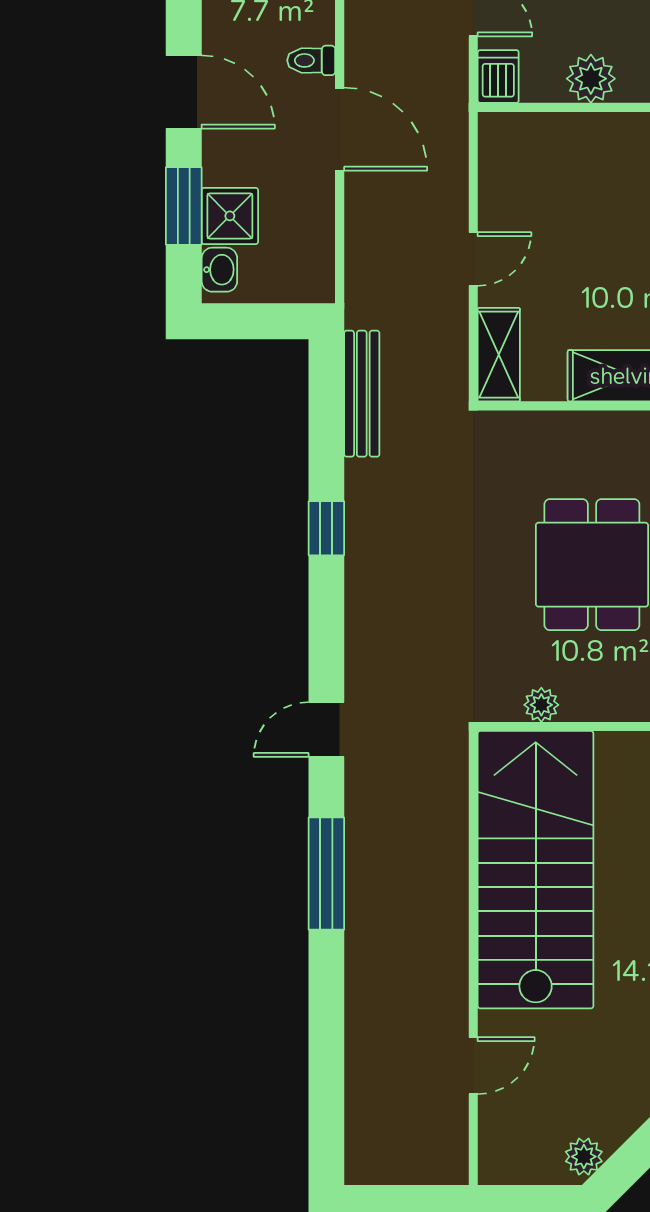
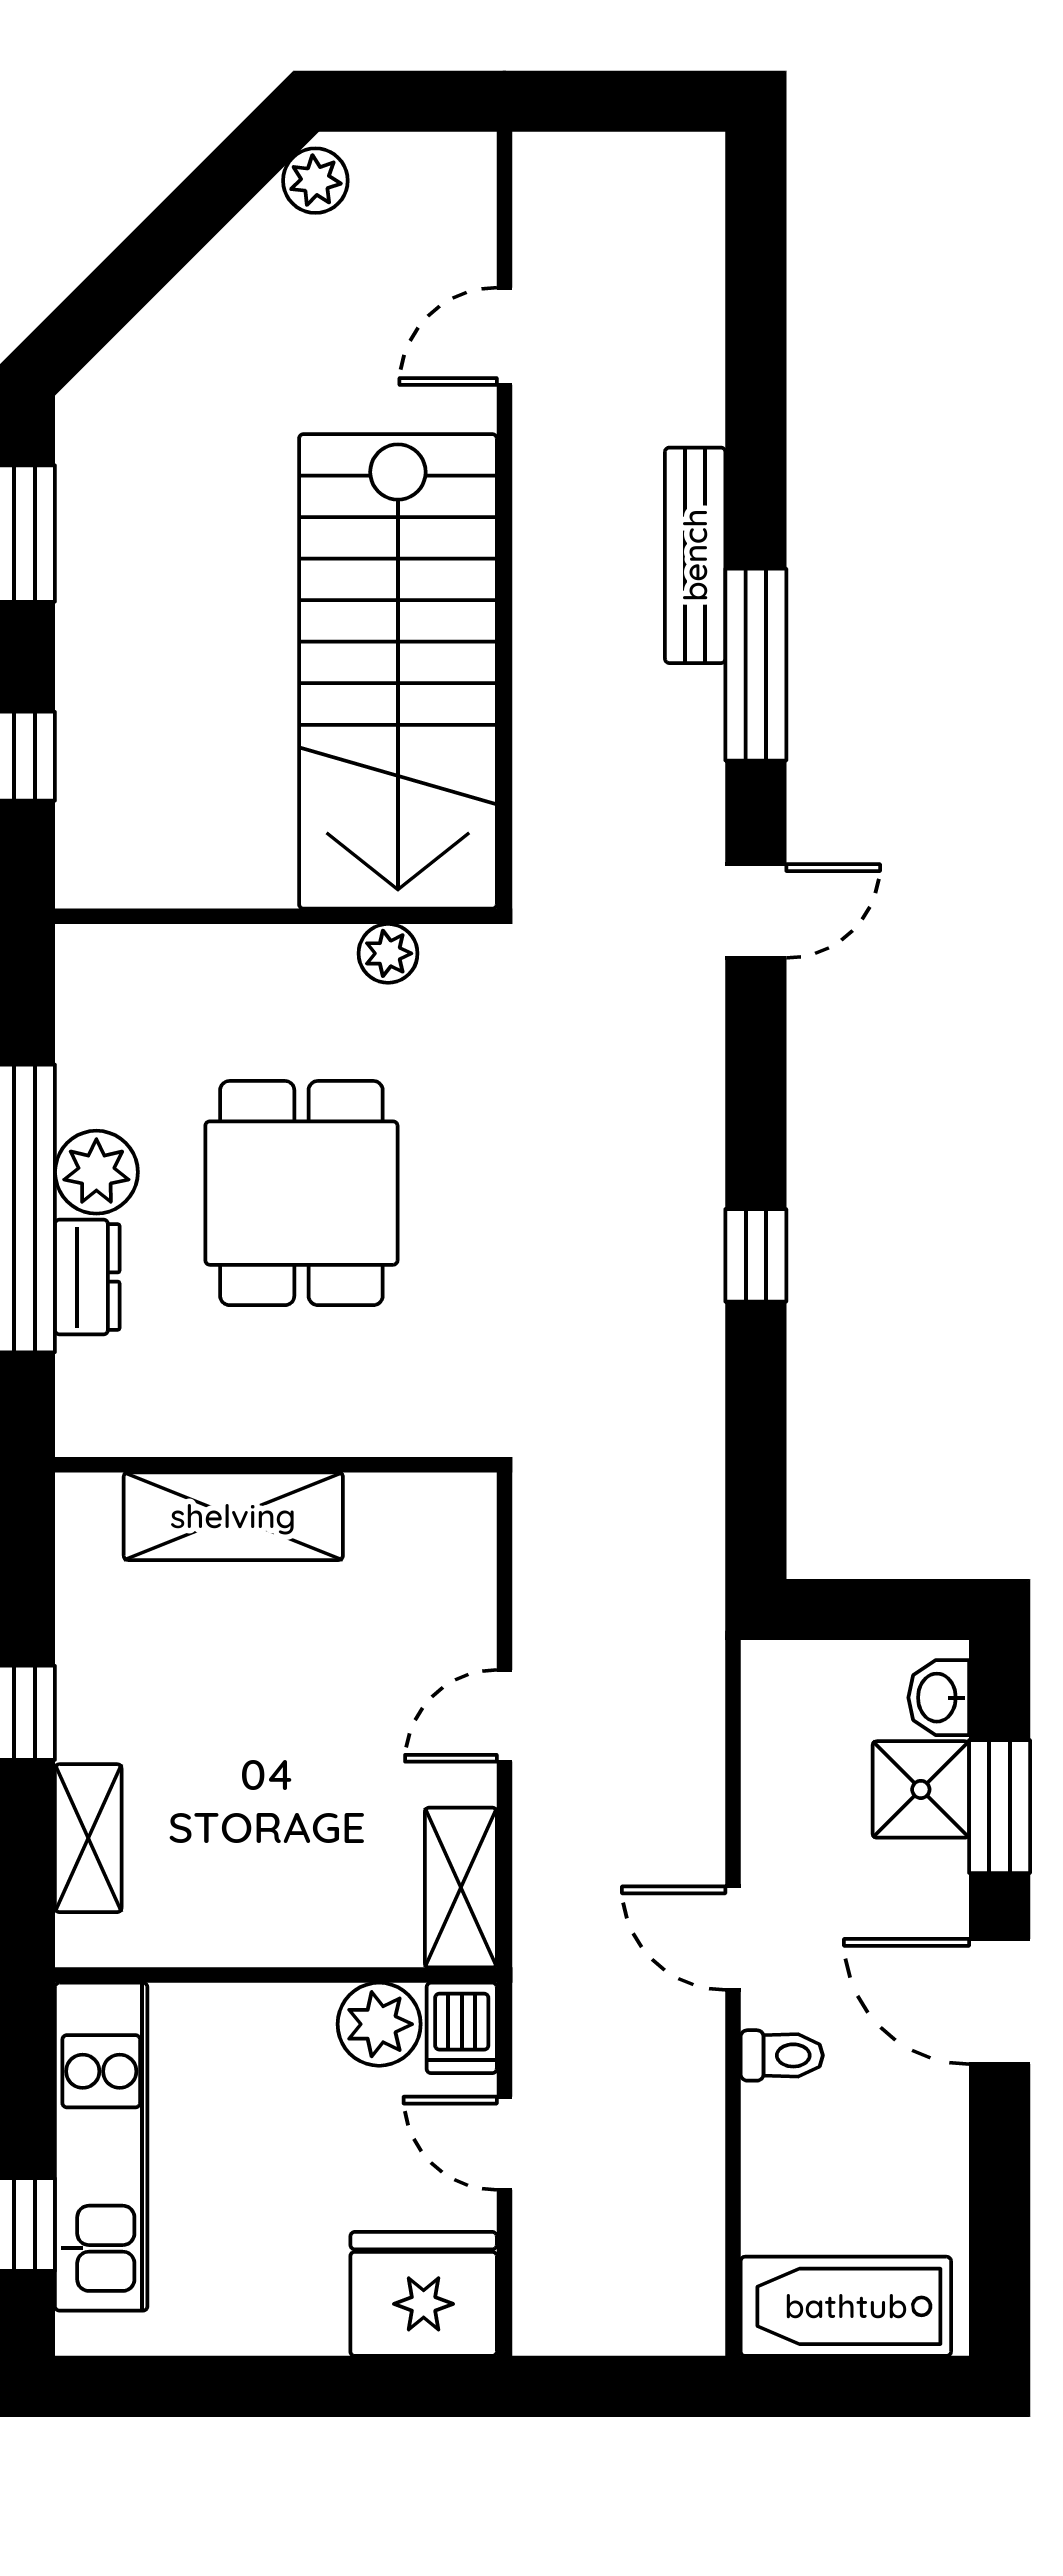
plant: (591, 79) -> (379, 2024), moved
door: (340, 129) -> (733, 1938), width x0.73
shelving: (499, 355) -> (461, 1888), moved
bench: (362, 394) -> (695, 555), moved

